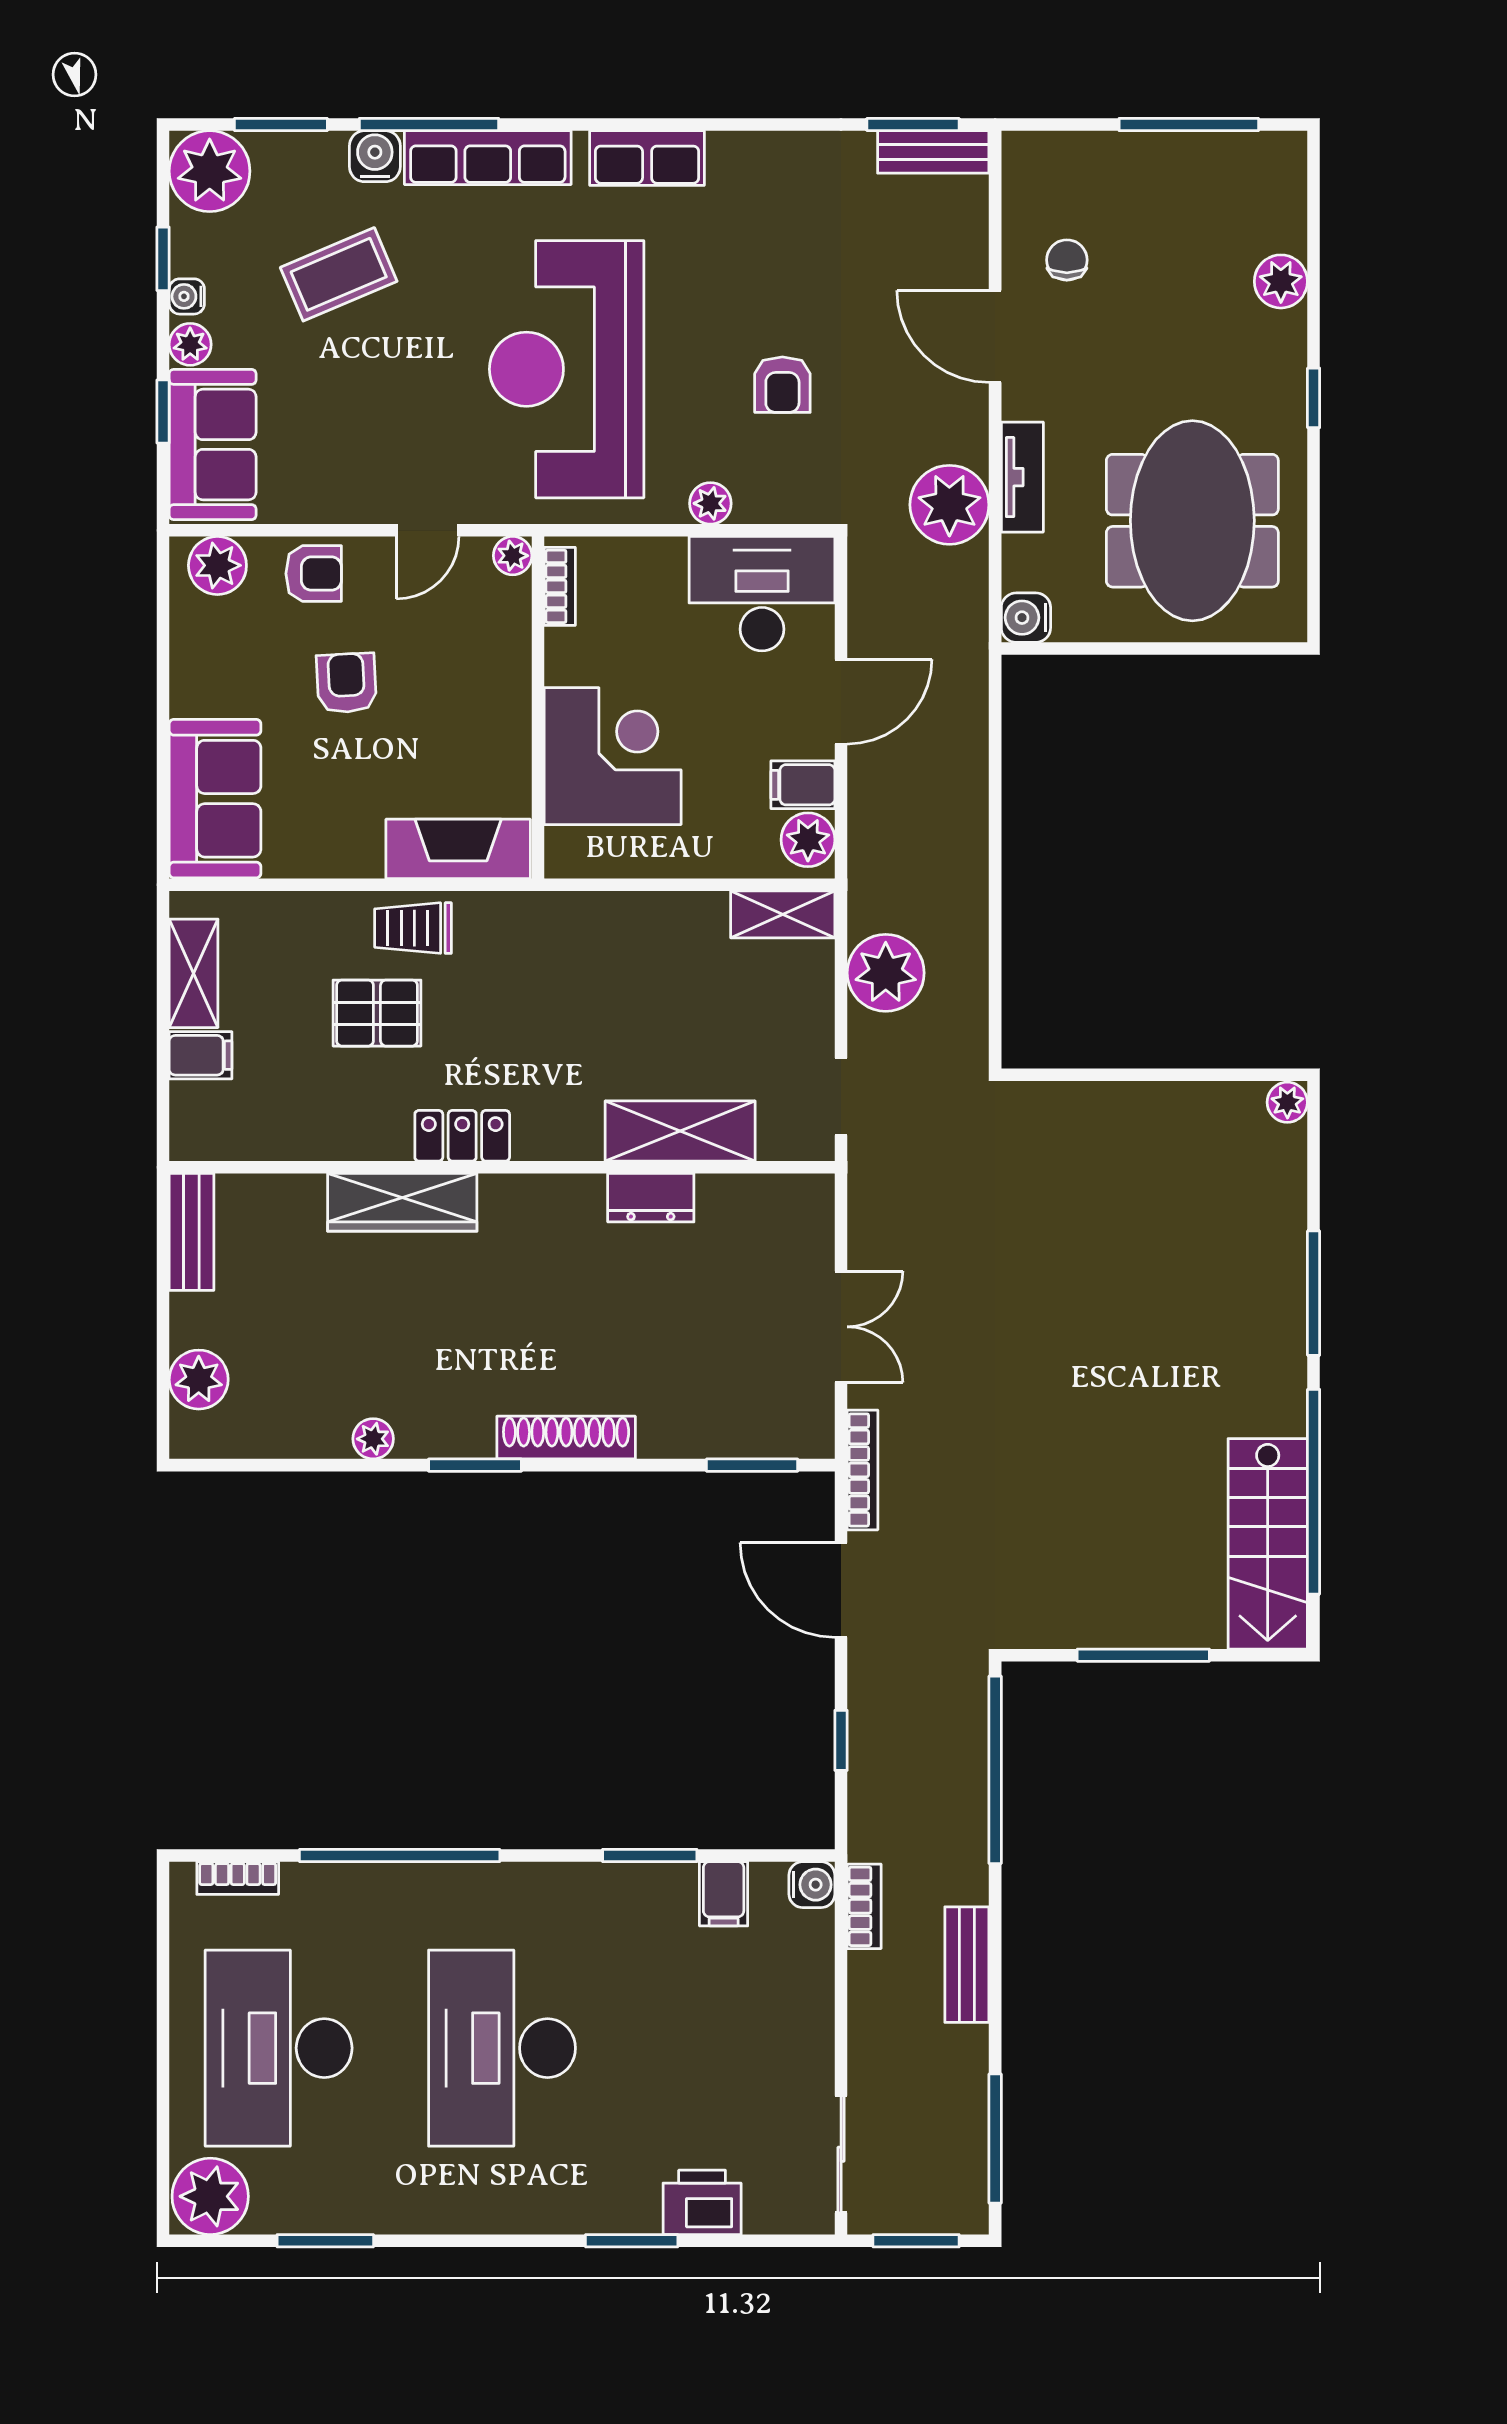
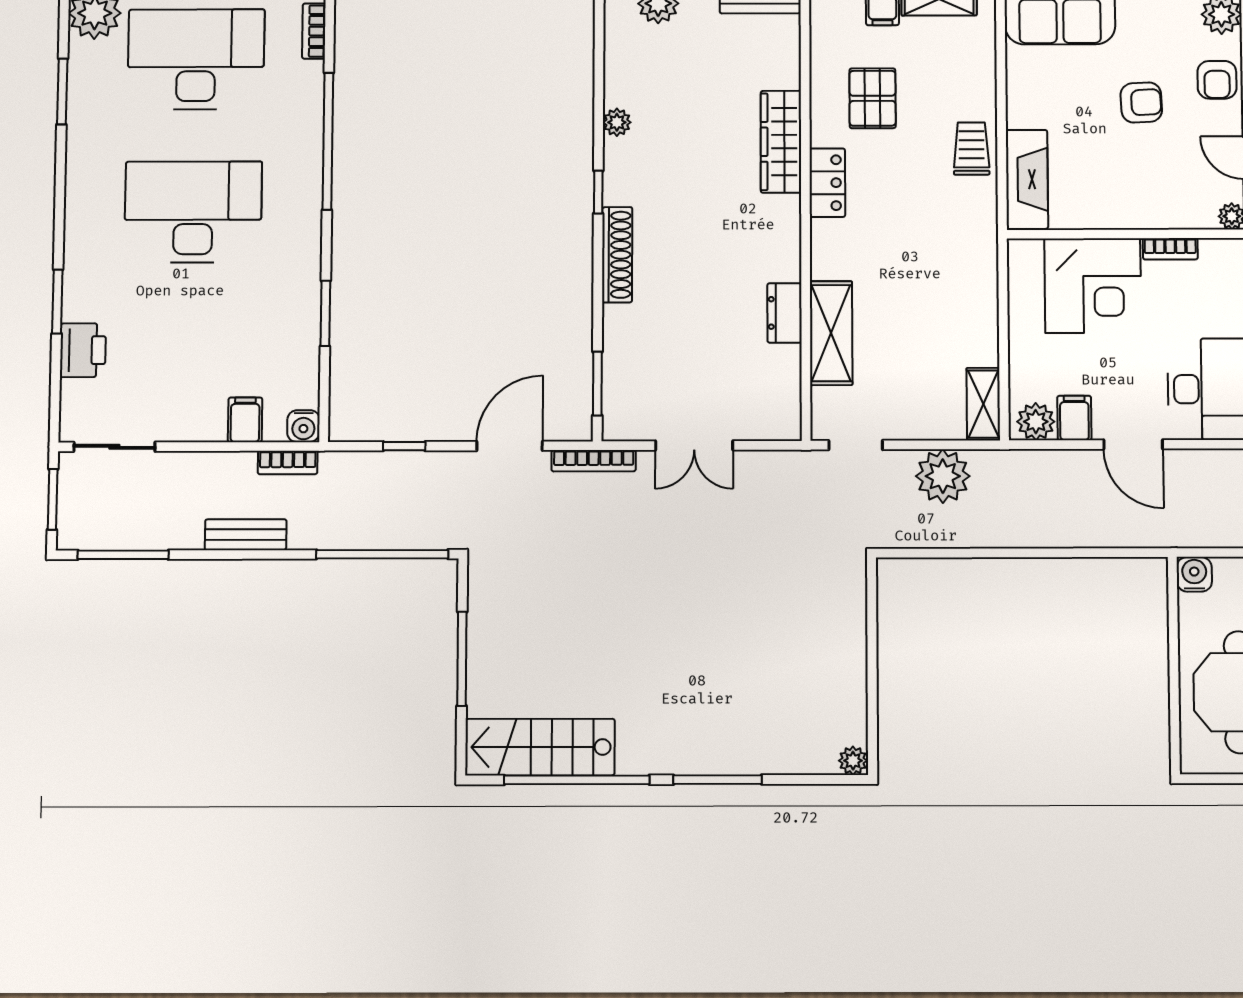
bookcase: (560, 586) -> (1170, 249), moved
pallet: (377, 1013) -> (873, 98), moved
window: (475, 1465) -> (598, 192), width x0.67
filing cabinet: (724, 1894) -> (245, 420), moved, turned 90

